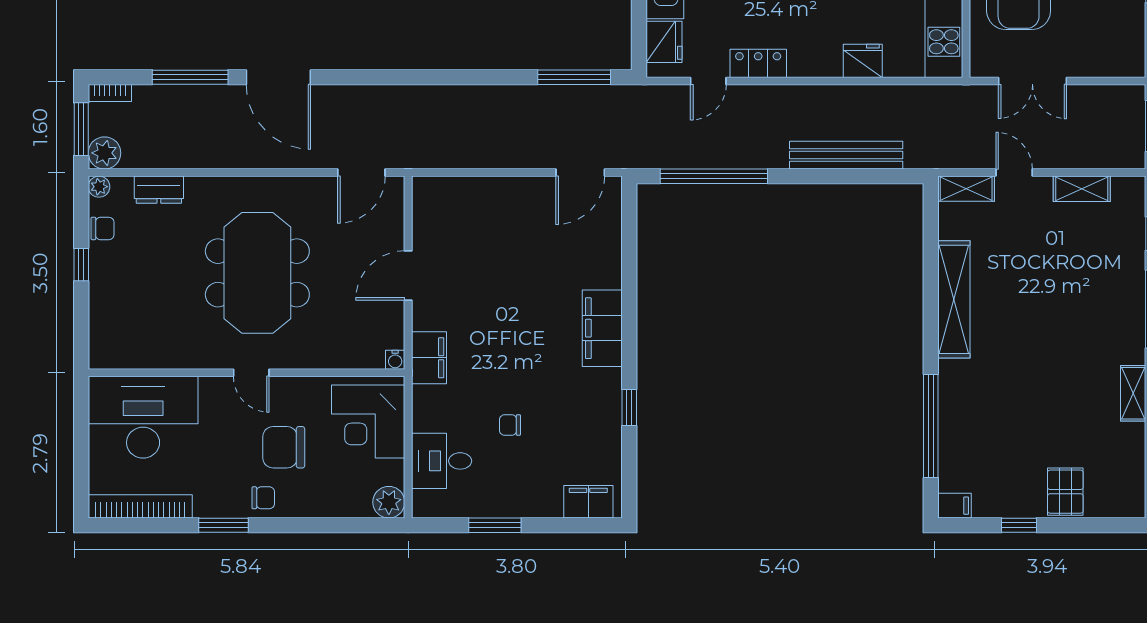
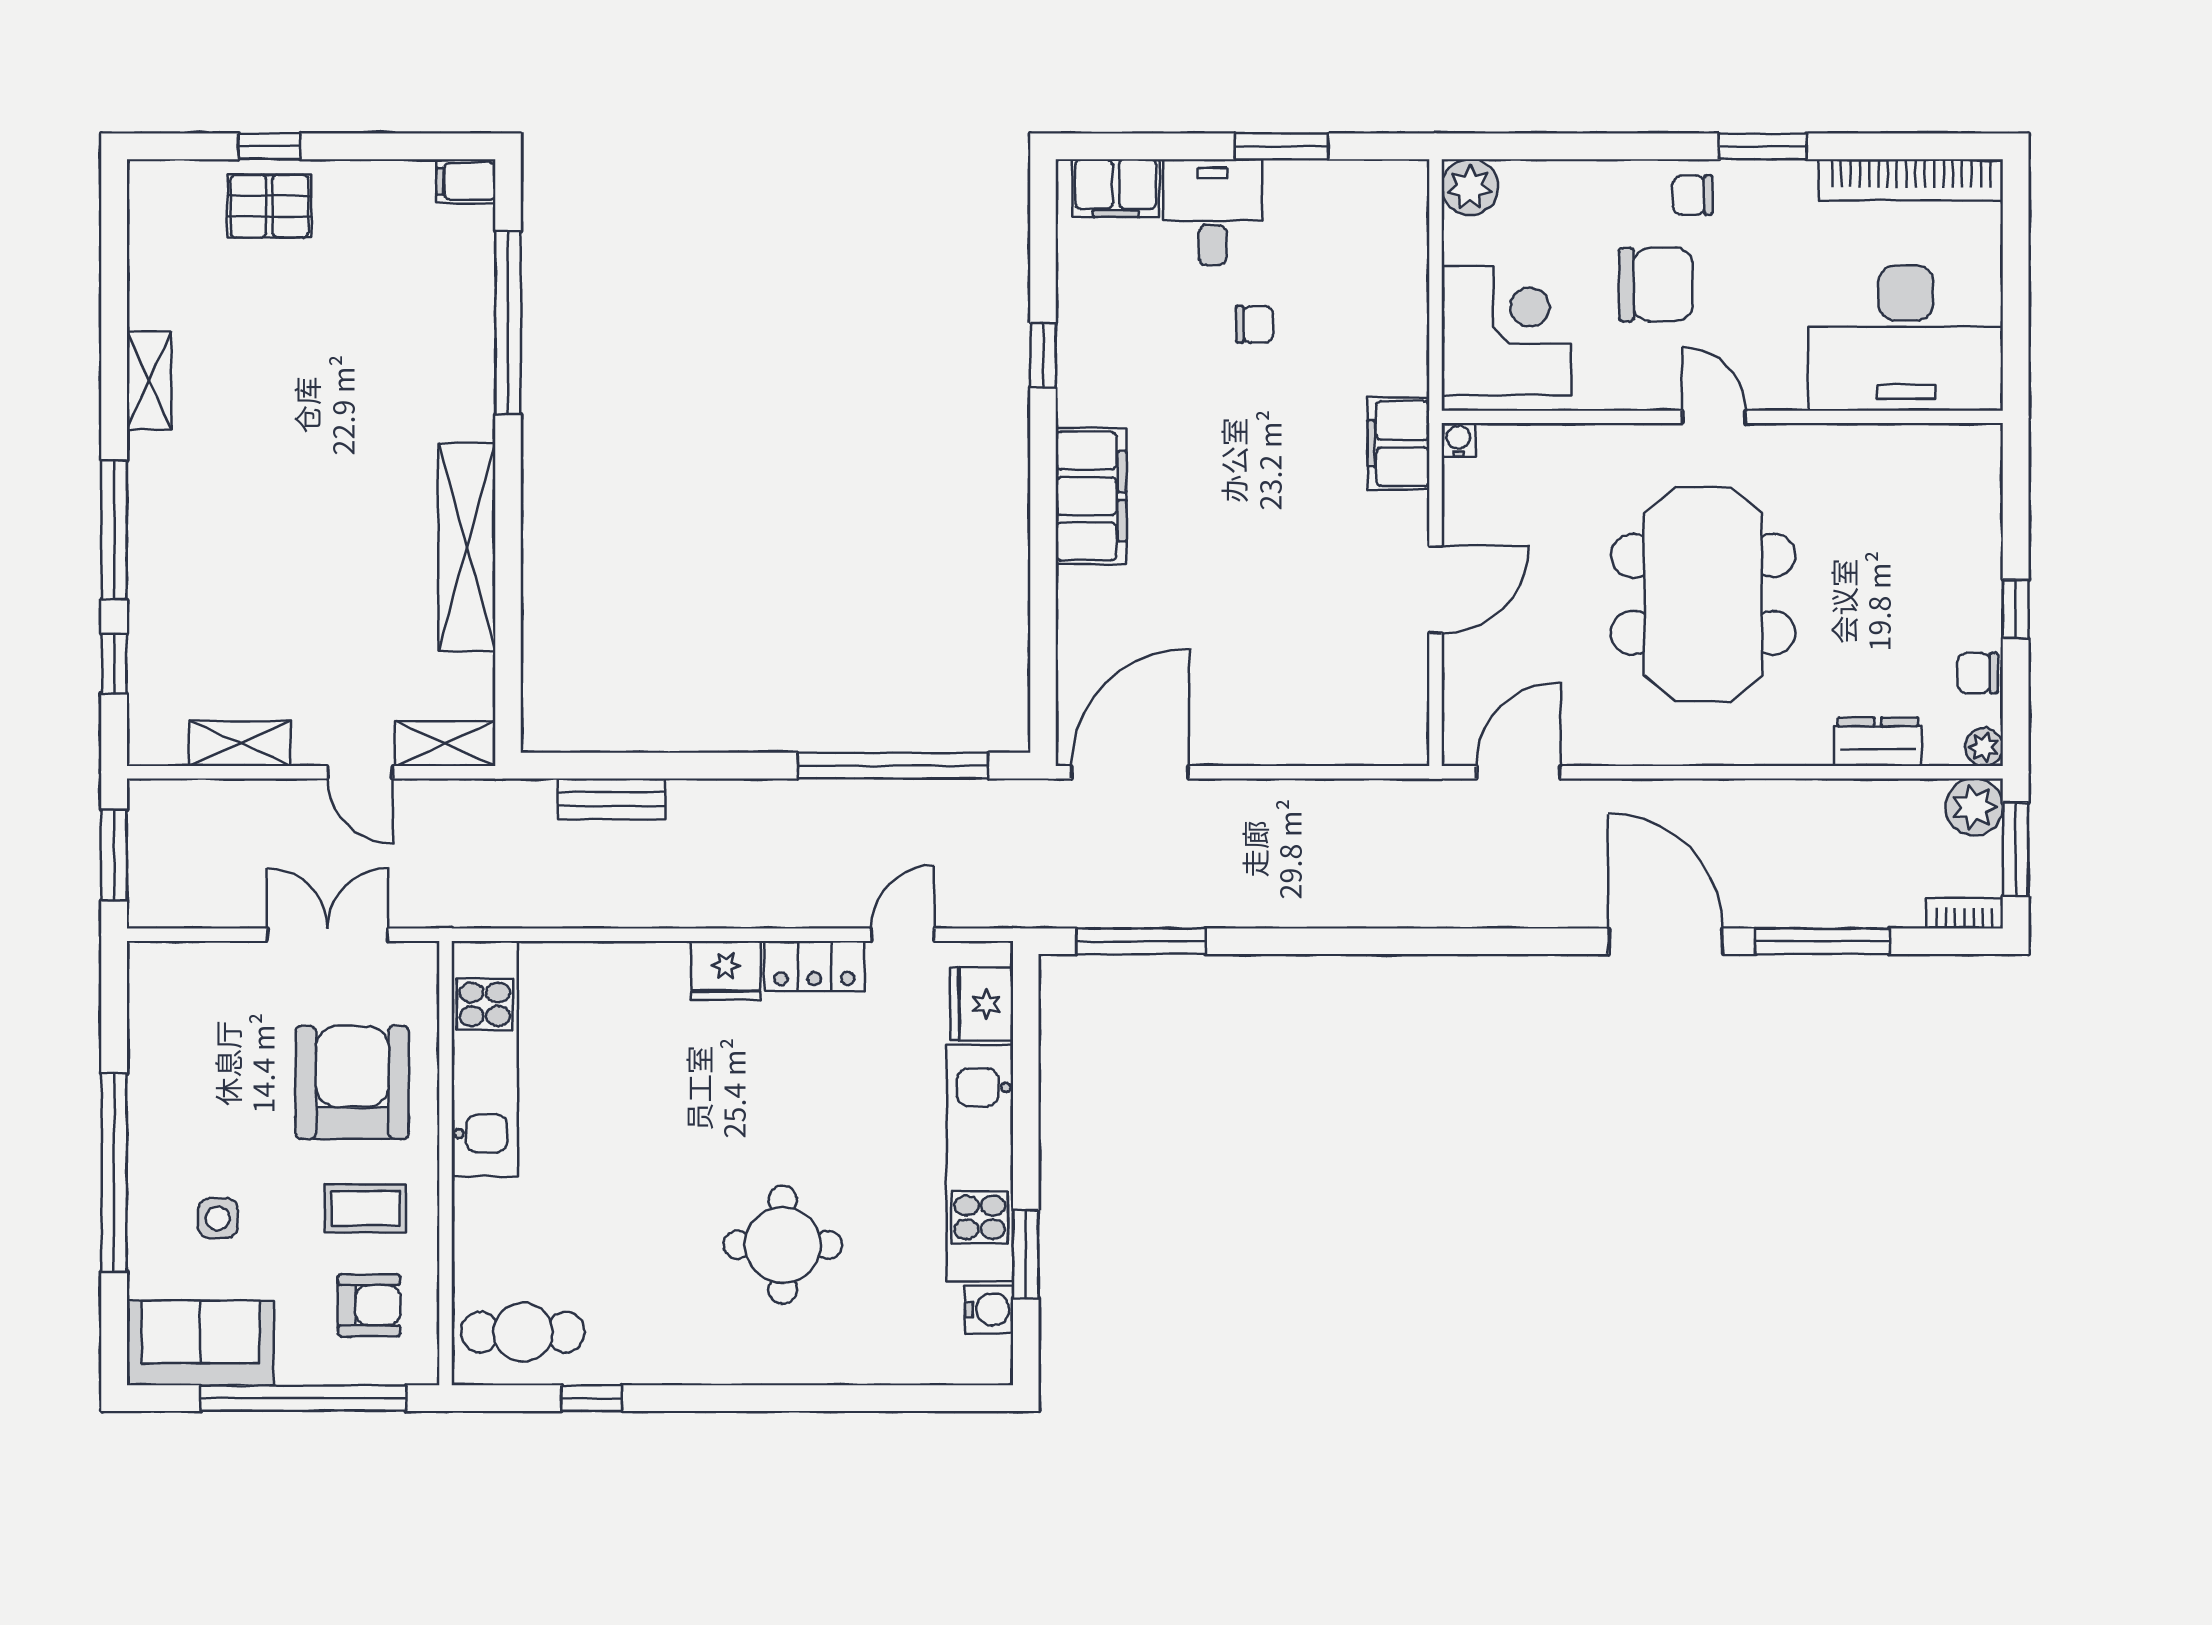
fridge: (863, 61) -> (726, 970), moved
bench: (846, 155) -> (612, 799), width x0.54, depth x0.82
door: (580, 173) -> (1130, 772), width x1.36
desk: (442, 461) -> (1213, 212), moved, turned -90
pallet: (1065, 492) -> (269, 206), turned 90
window: (1019, 525) -> (270, 146), moved

